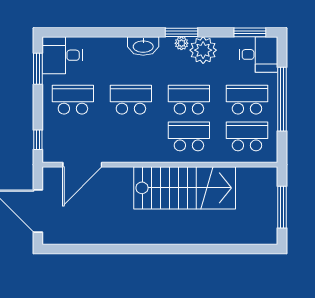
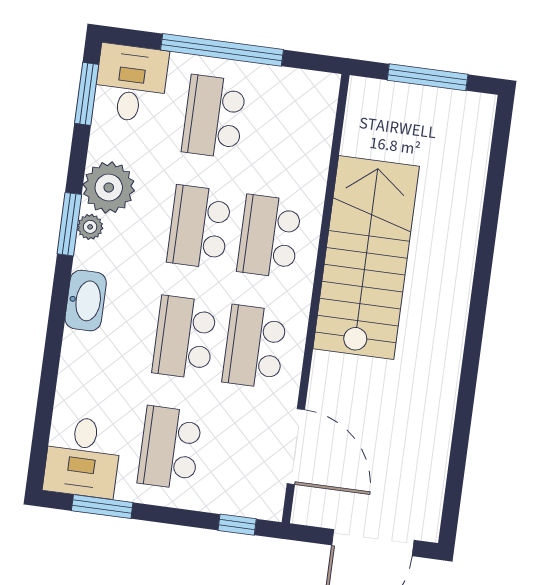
school desk: (247, 136) -> (255, 347), moved

